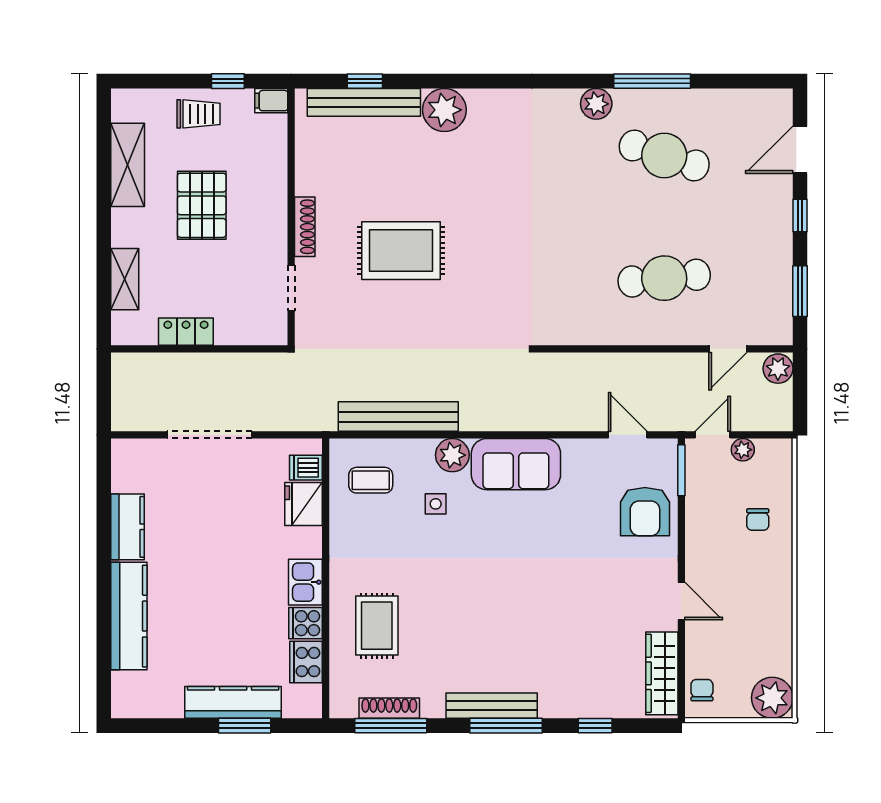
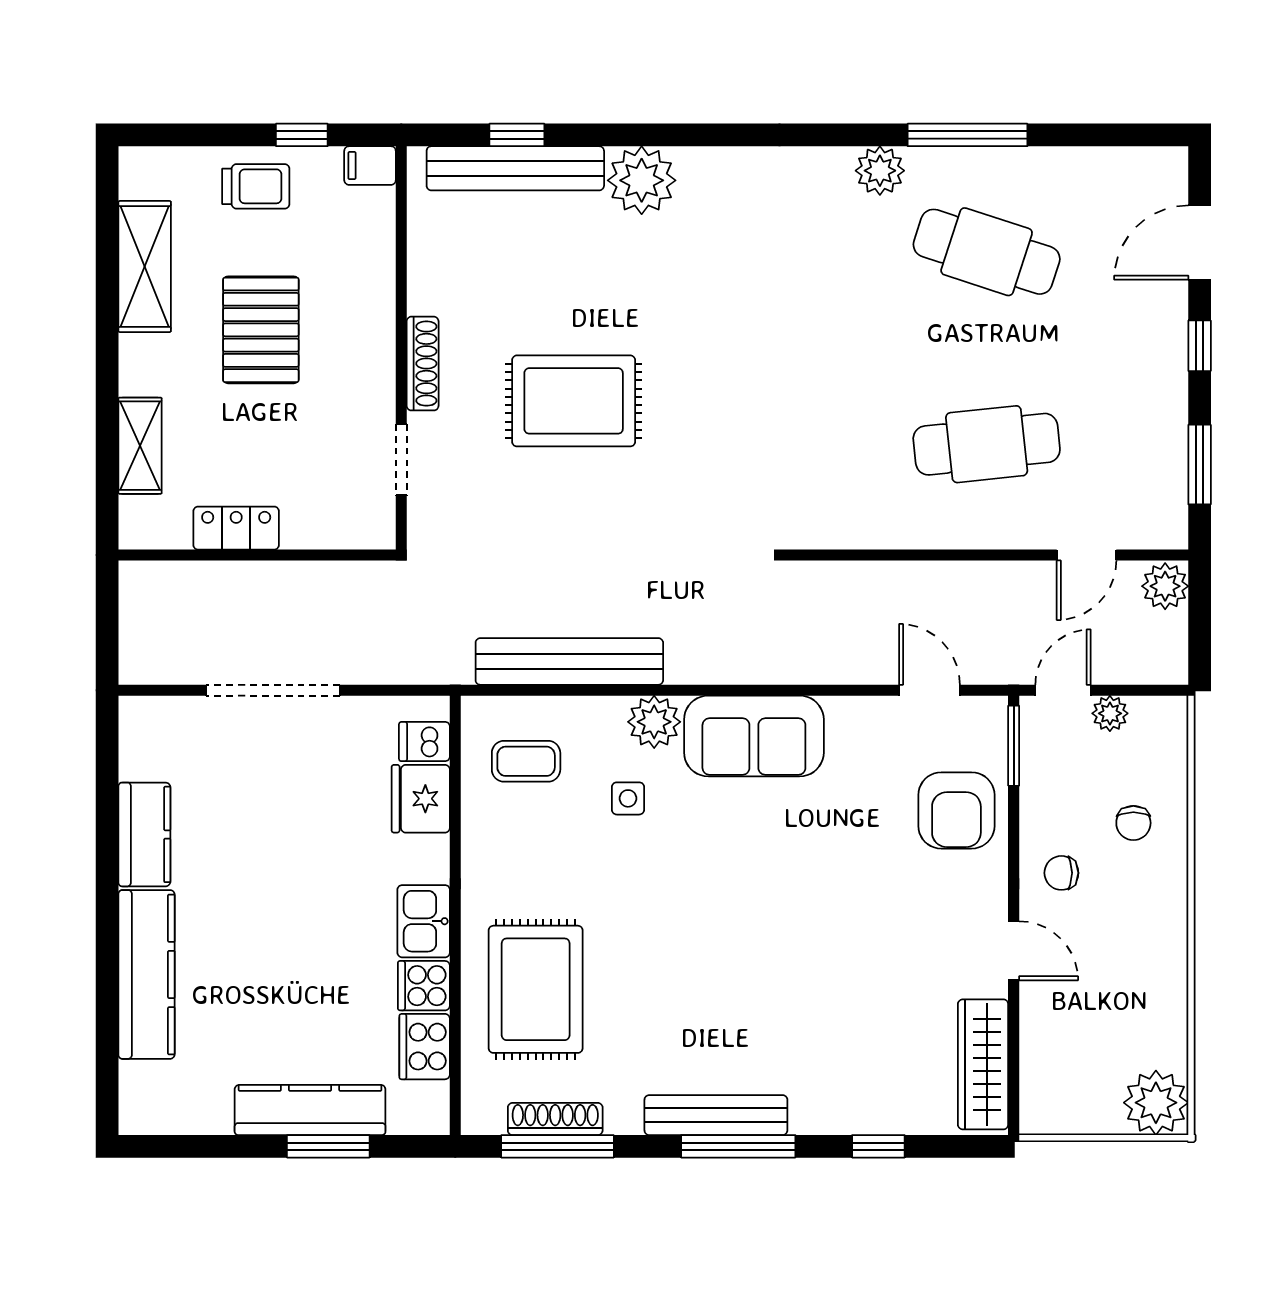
rug: (377, 626) -> (536, 989), width x1.36, depth x1.43
chair: (702, 690) -> (1061, 873), moved, turned -90

